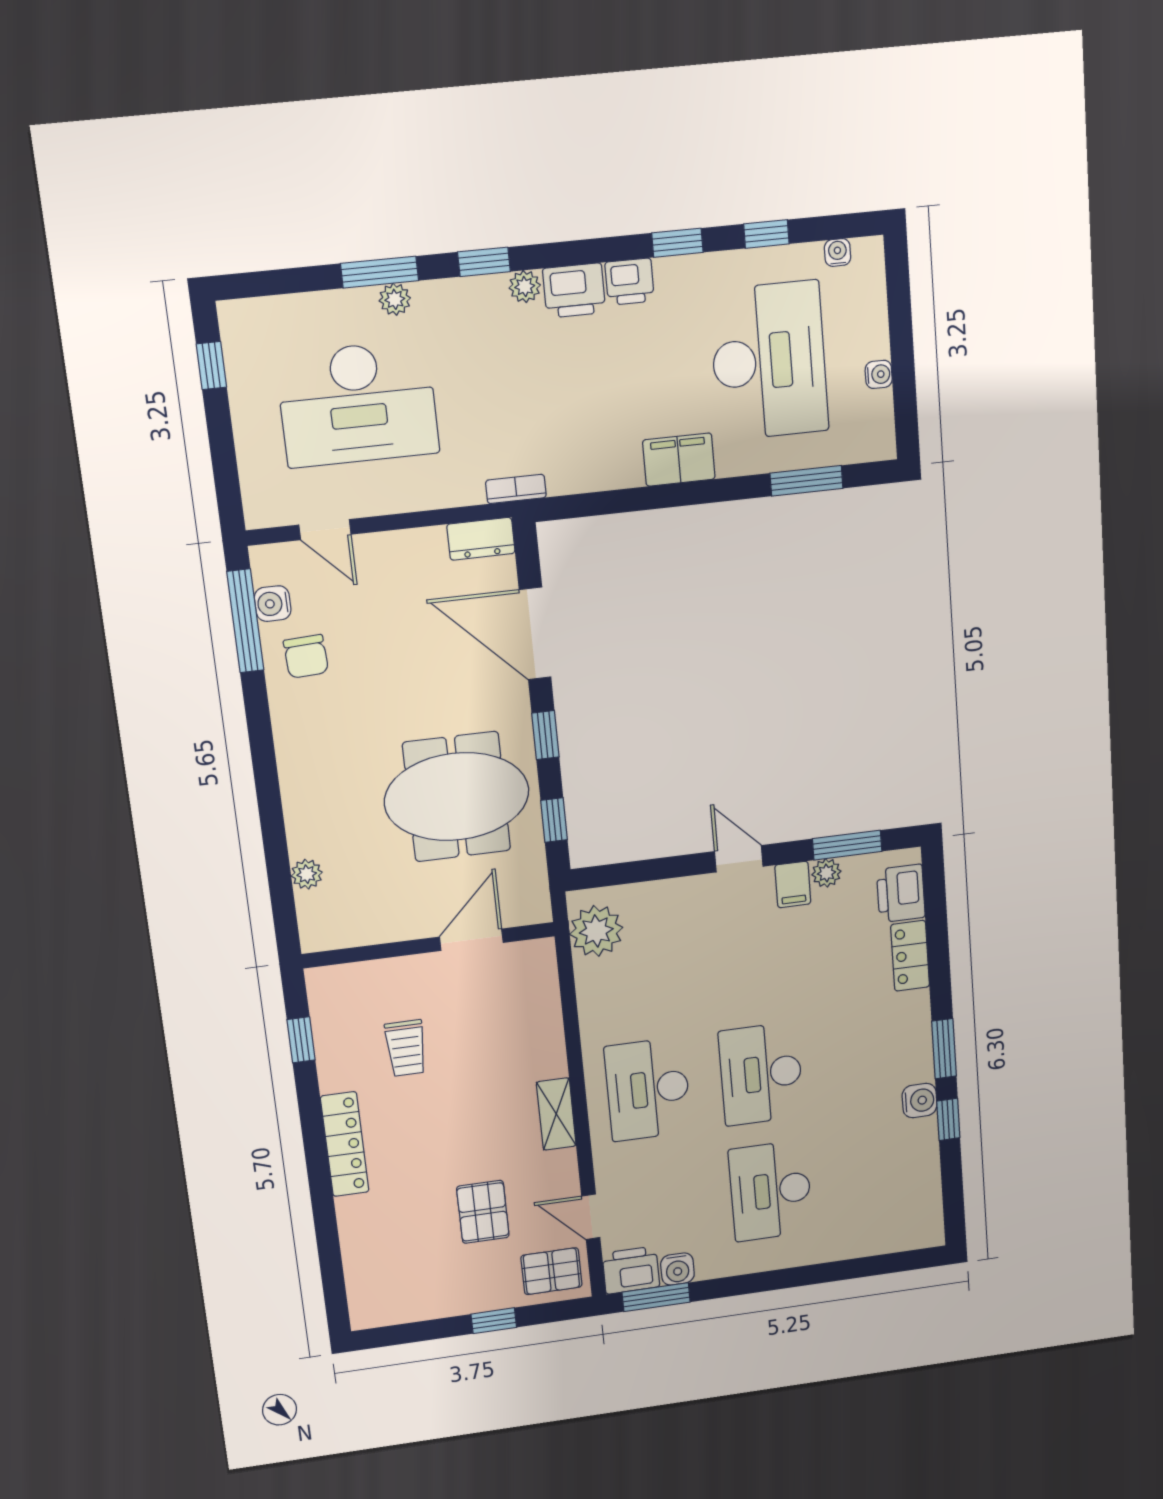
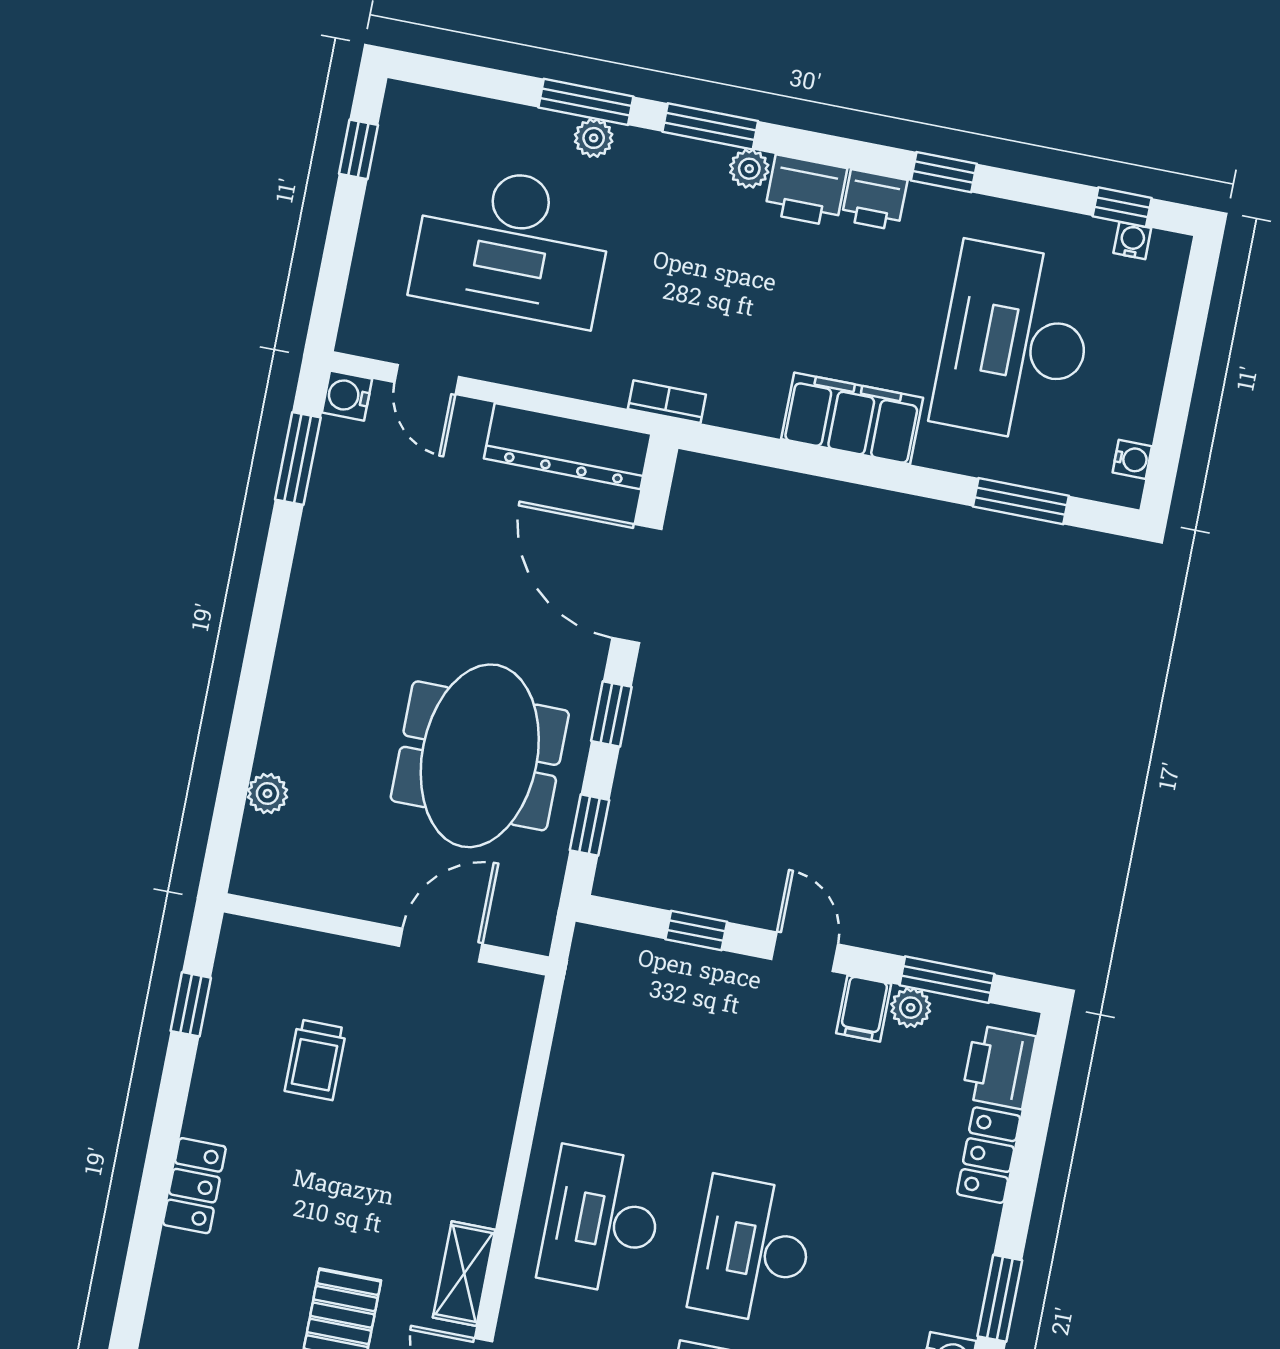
window: (766, 234) -> (1122, 207), moved
window: (484, 262) -> (710, 126), width x1.50
desk: (769, 361) -> (1015, 343), turned 180
water cooler: (879, 374) -> (1132, 459), moved
filing cabinet: (679, 460) -> (852, 418), width x1.50, depth x1.17
dresser: (481, 539) -> (568, 446), width x1.96, depth x1.24
water cooler: (273, 604) -> (347, 396), moved
window: (245, 621) -> (298, 458), width x0.69
chair: (306, 656) -> (355, 524), removed
meeting table: (457, 797) -> (480, 756), turned 90
window: (655, 869) -> (696, 930), added
plant: (596, 931) -> (599, 986), removed
shelving: (556, 1114) -> (464, 1274), moved
locker: (345, 1144) -> (194, 1186), width x0.66

